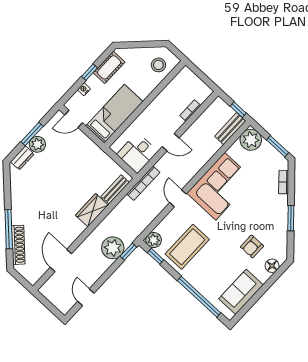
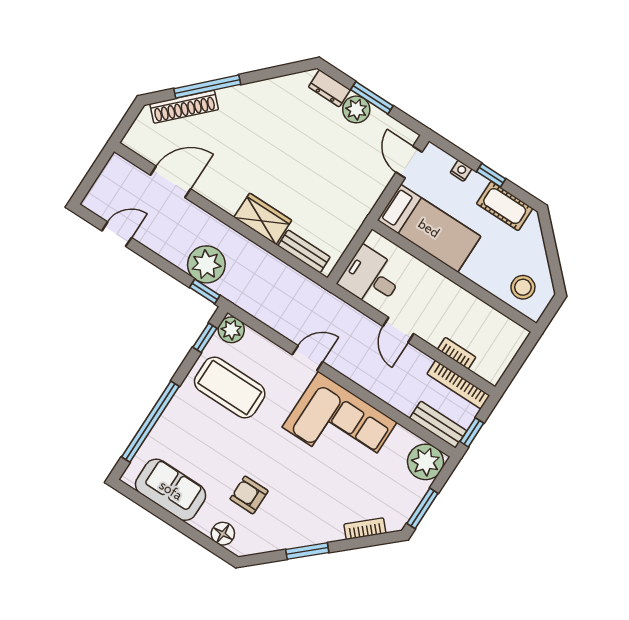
bookcase: (143, 183) -> (458, 385), moved

